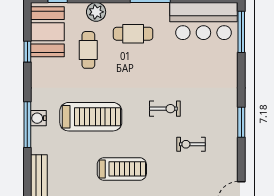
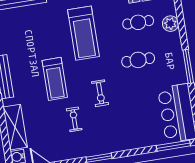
cafe table: (133, 34) -> (138, 60), moved, turned 90
treadmill: (122, 169) -> (55, 79), moved

